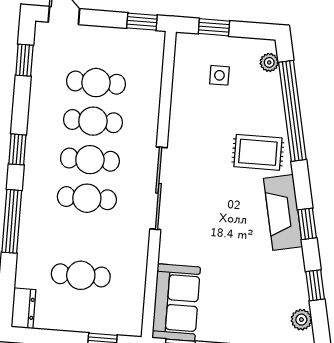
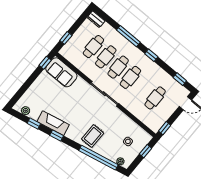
cafe table: (93, 121) -> (106, 57), moved
fireplace: (283, 212) -> (53, 123), moved

